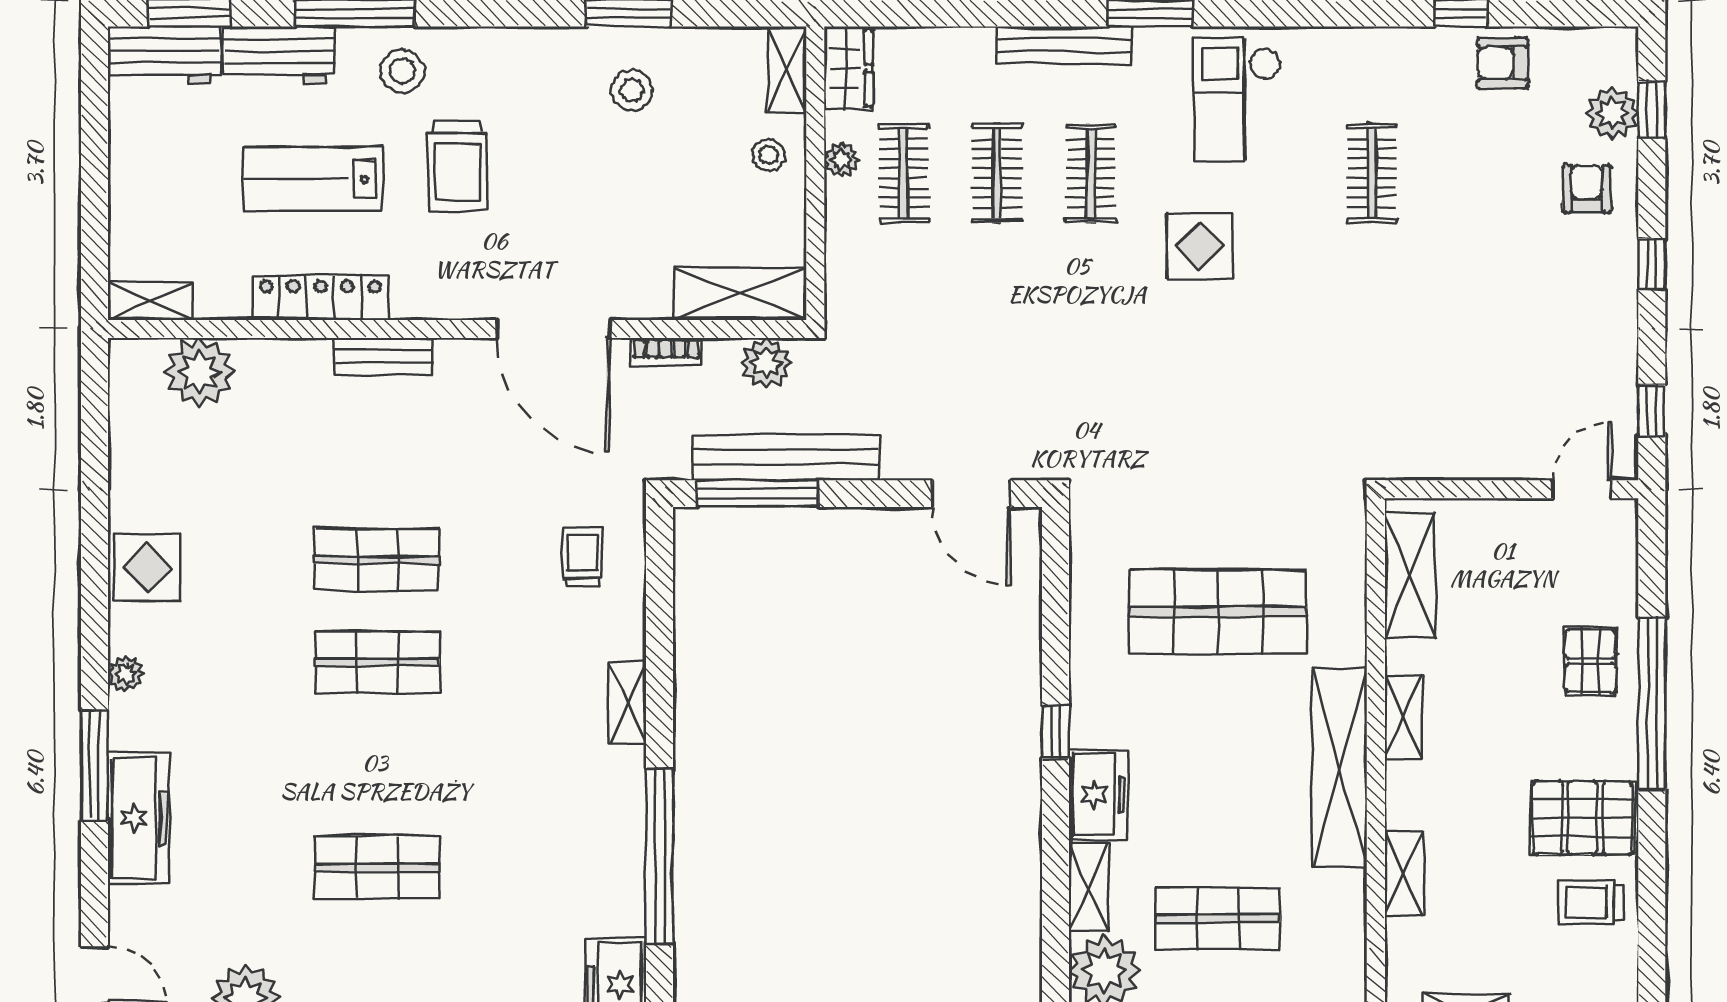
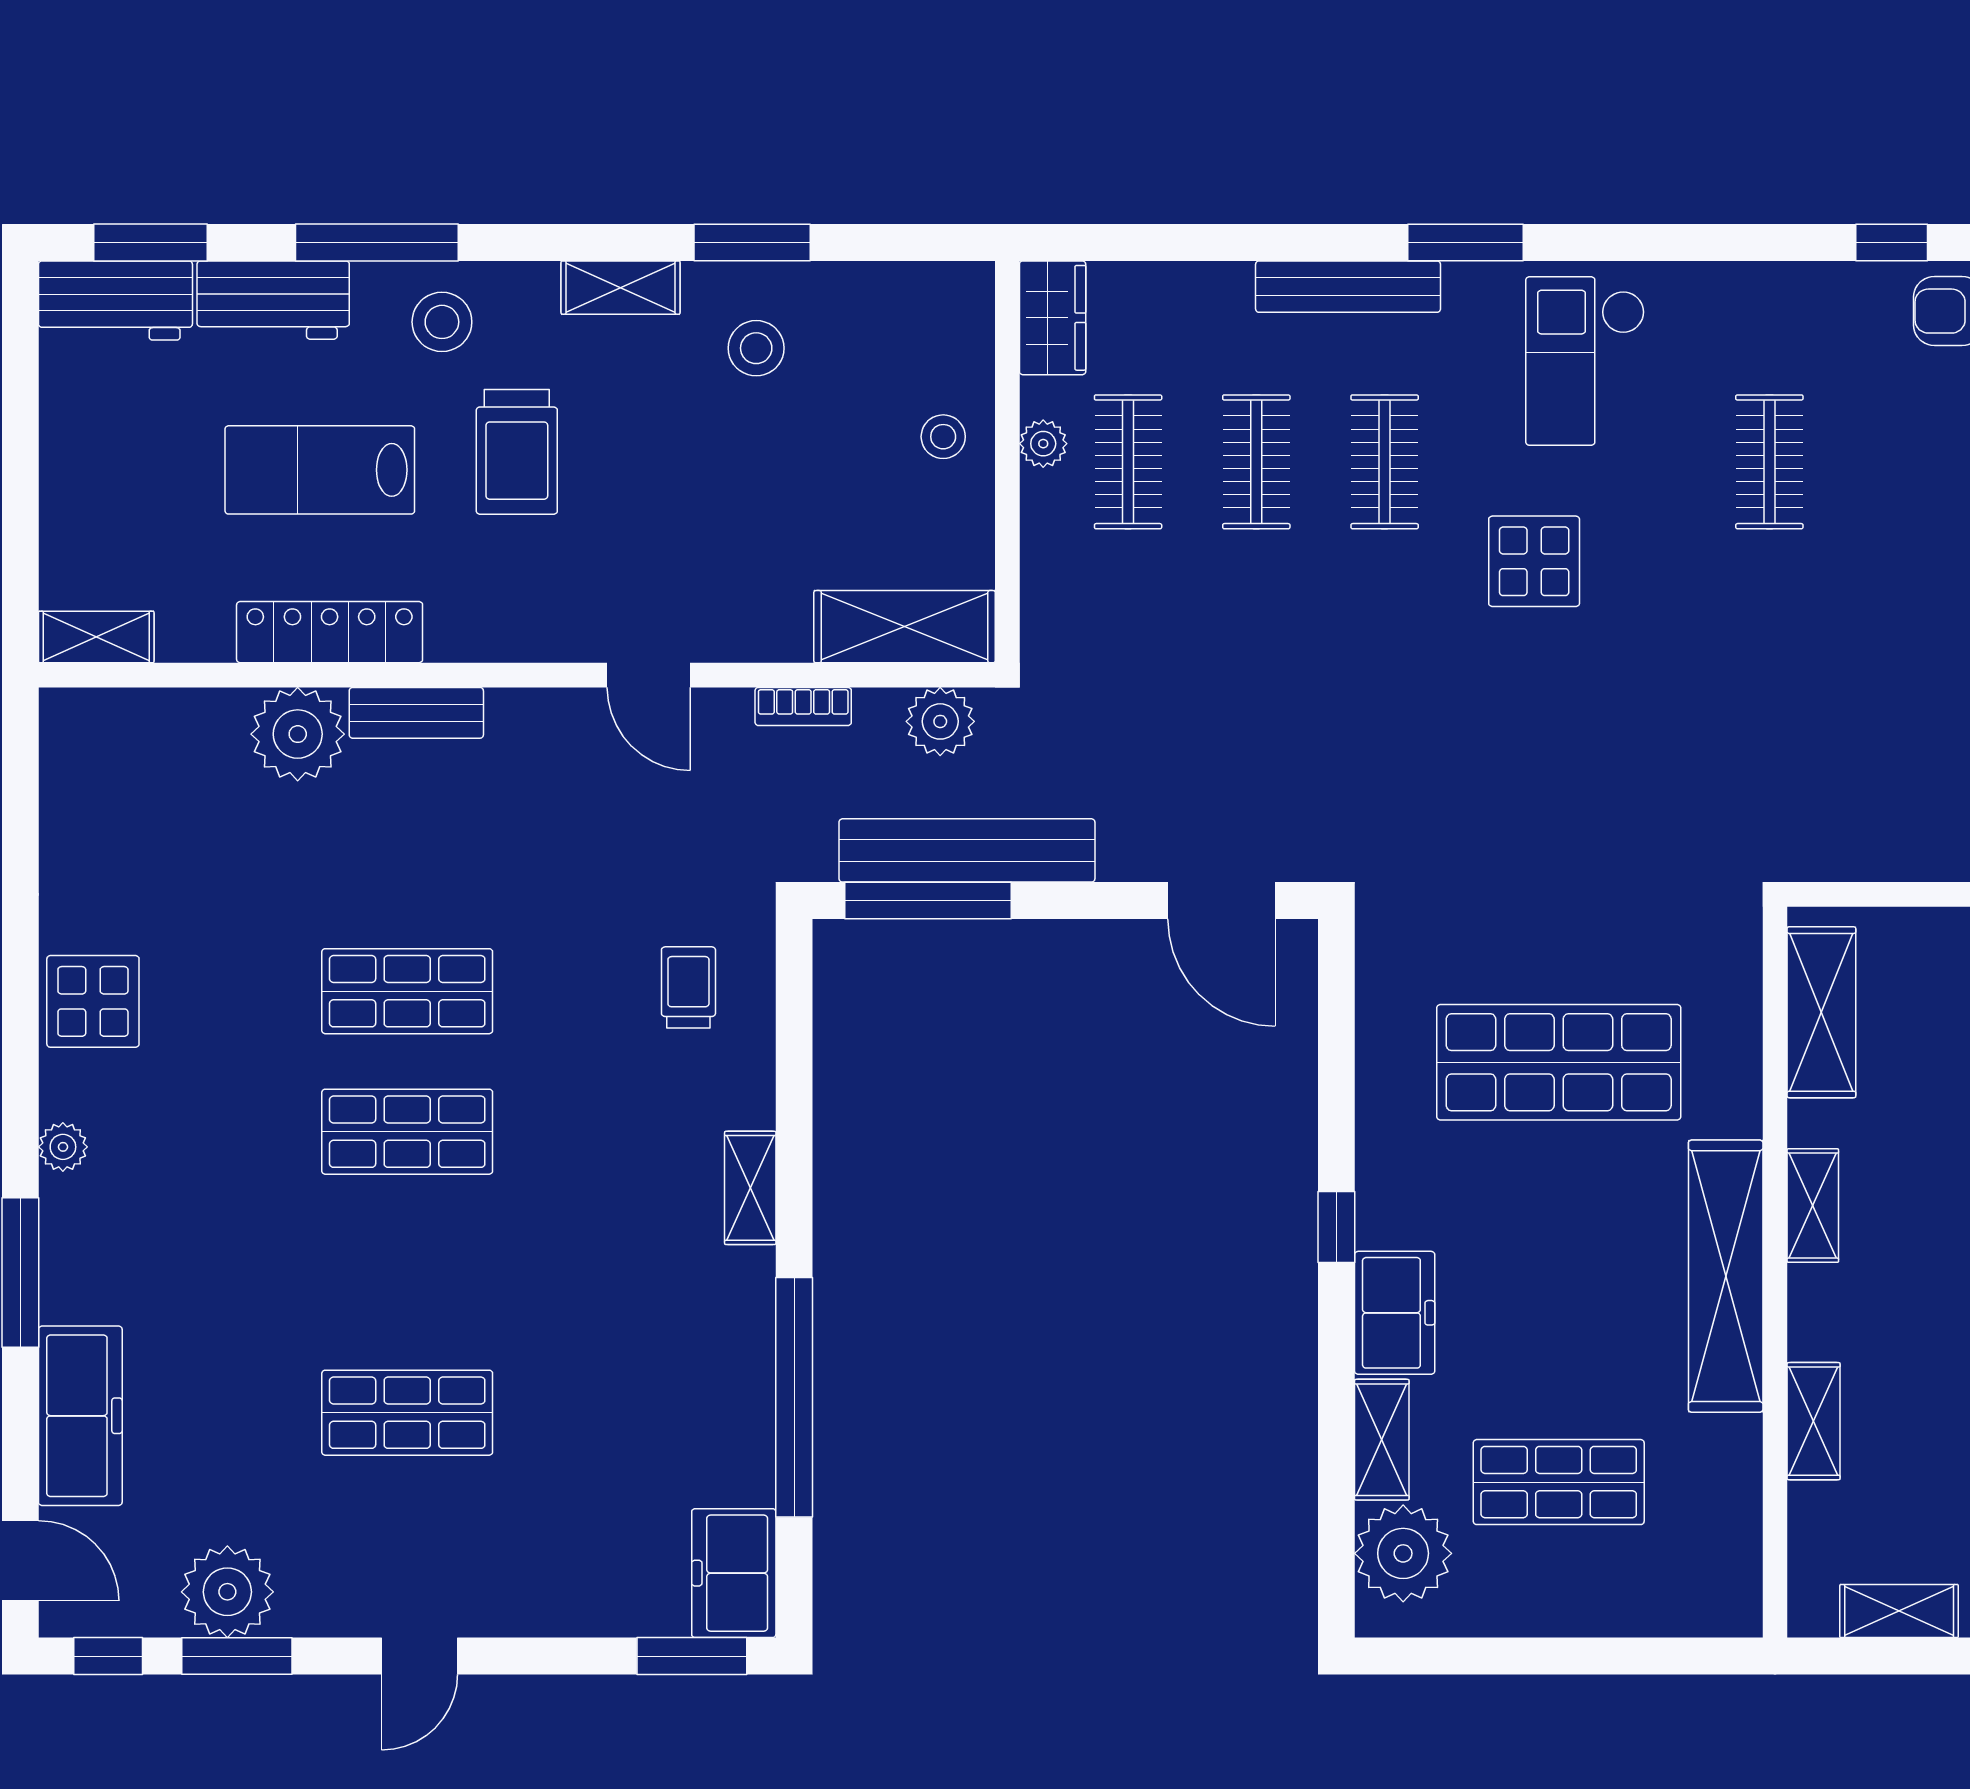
shelving: (787, 70) -> (621, 288), moved, turned 90
door: (553, 329) -> (649, 675), width x0.53
plant: (199, 372) -> (298, 734), moved
freezer: (138, 818) -> (80, 1416), moved

